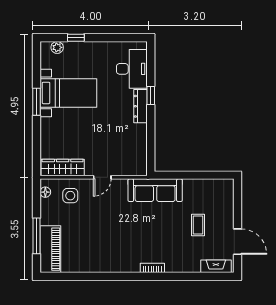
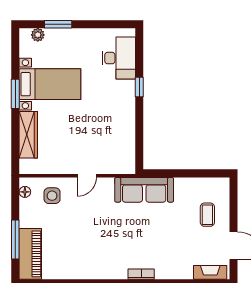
window: (76, 38) -> (58, 24), width x1.50
dresser: (140, 106) -> (128, 99), removed
wardrobe: (63, 168) -> (28, 135), moved, turned 90
coffee table: (198, 225) -> (207, 215), moved

